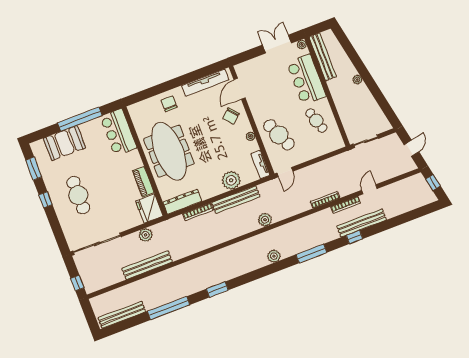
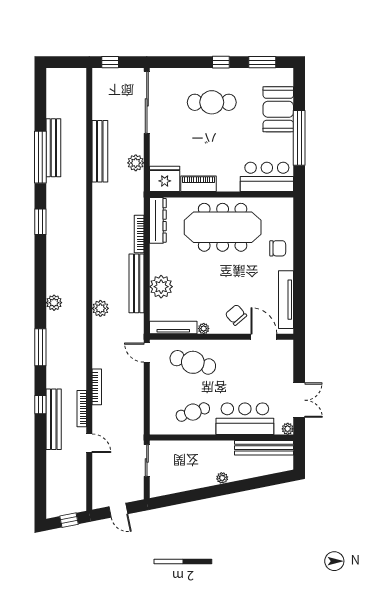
cafe table: (279, 135) -> (193, 362), turned 39
tv unit: (260, 165) -> (173, 328), width x1.41
bench: (122, 315) -> (53, 148), moved

